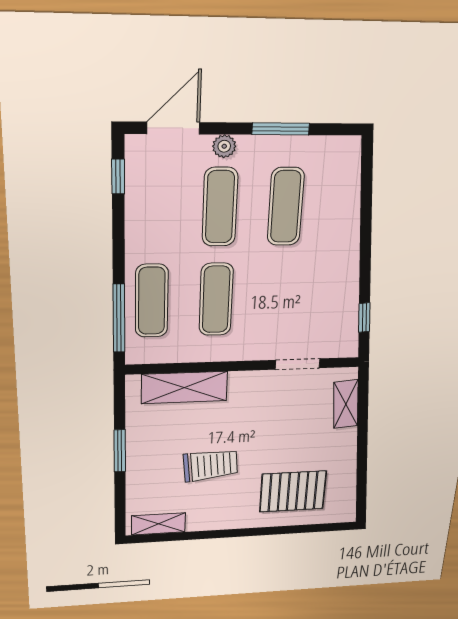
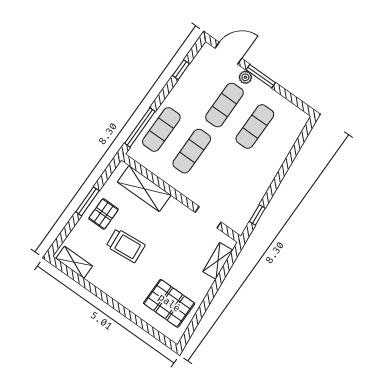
window: (281, 129) -> (261, 76), moved
window: (118, 177) -> (181, 70), moved
pallet: (153, 451) -> (104, 214), added
pallet: (293, 491) -> (169, 303), moved

